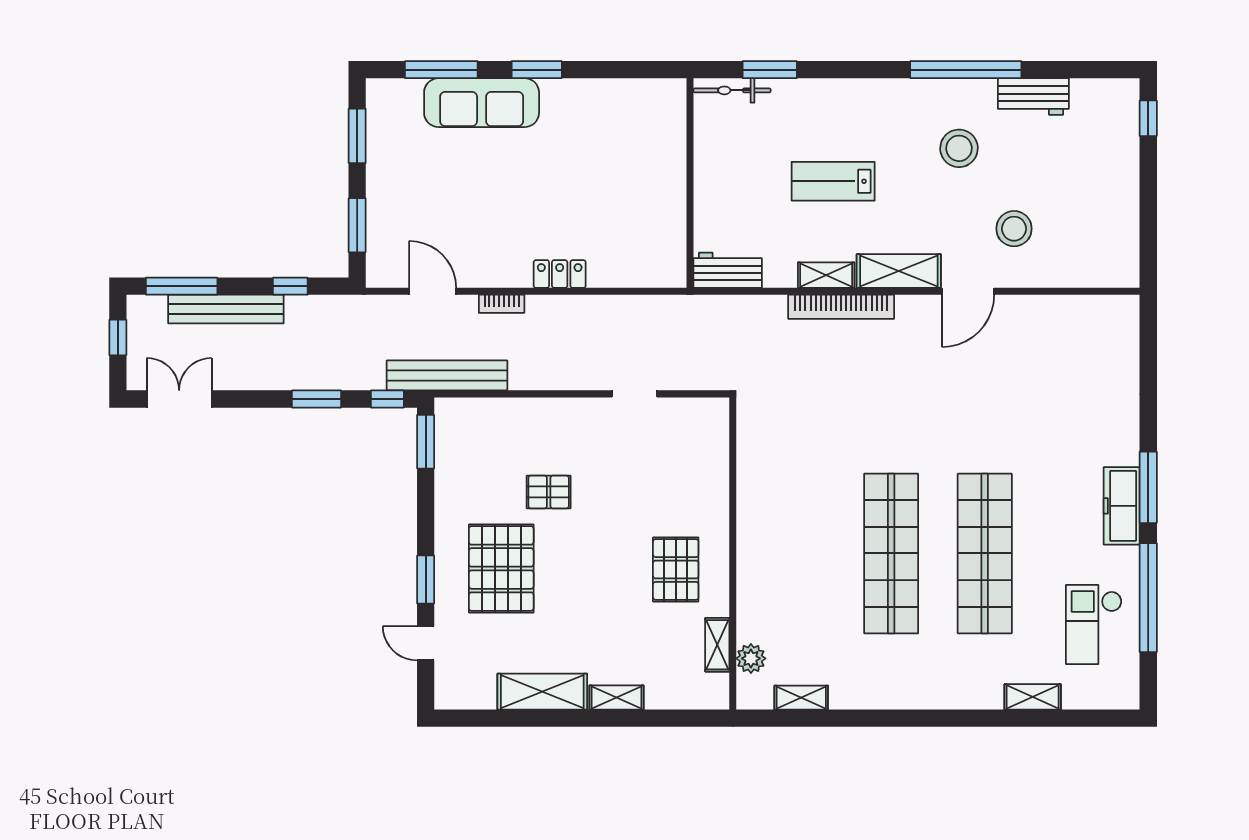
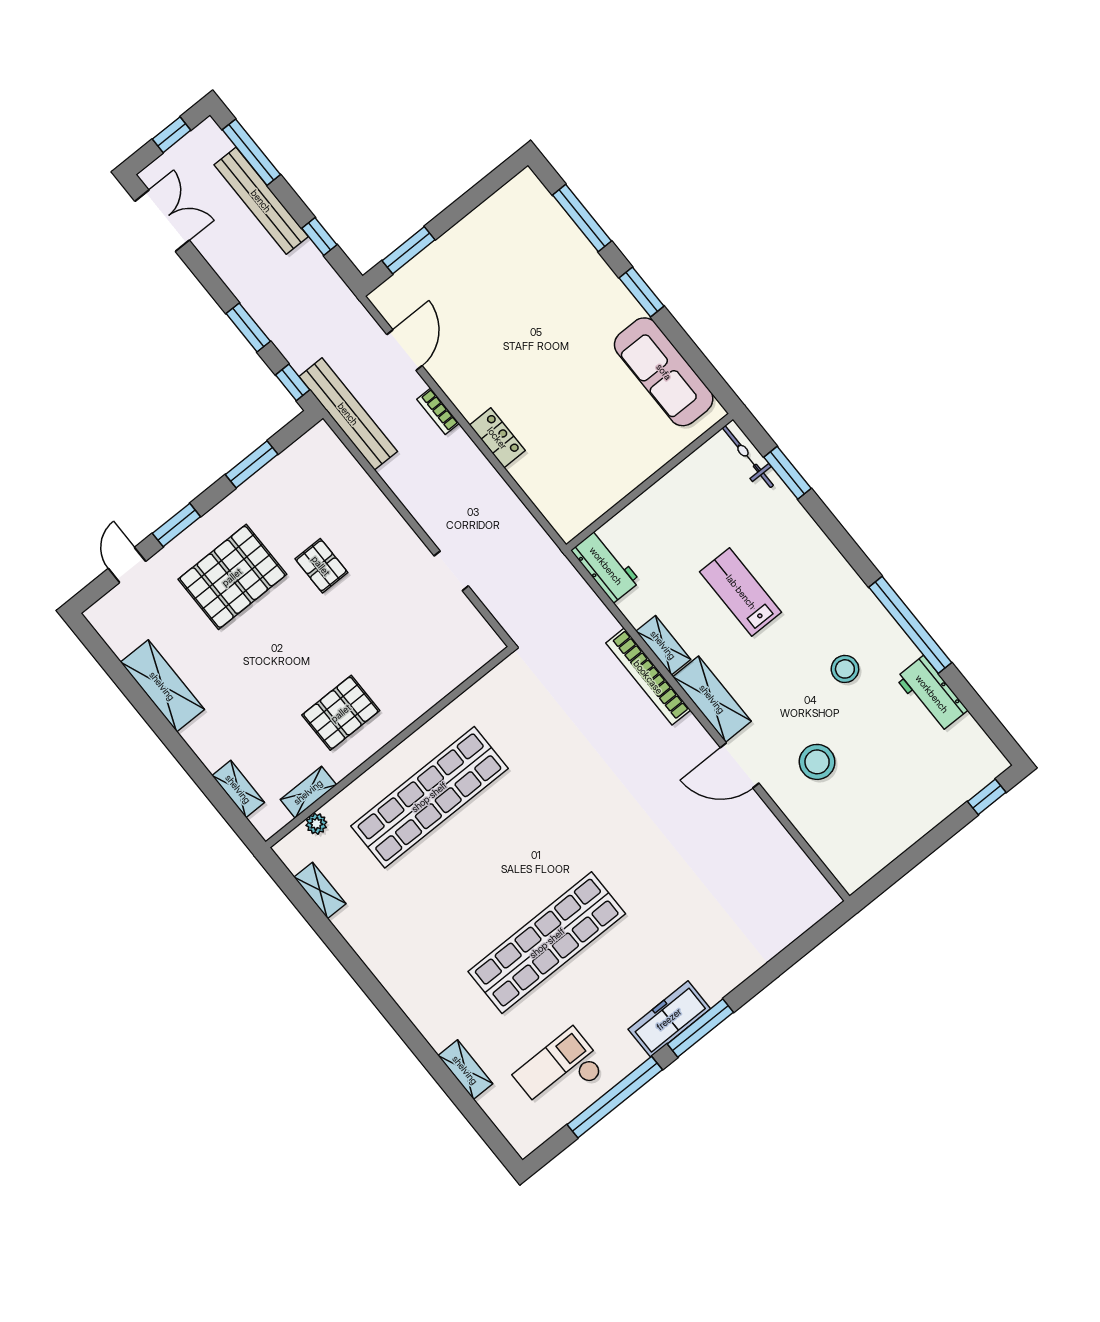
sofa: (482, 103) -> (664, 372), moved
window: (357, 136) -> (478, 194), removed
stool: (959, 148) -> (845, 669), width x0.73, depth x0.73
window: (426, 442) -> (252, 464), moved
shop shelf: (891, 553) -> (429, 797), moved
plant: (751, 658) -> (316, 824), width x0.73, depth x0.73
shelving: (617, 697) -> (238, 789), moved

